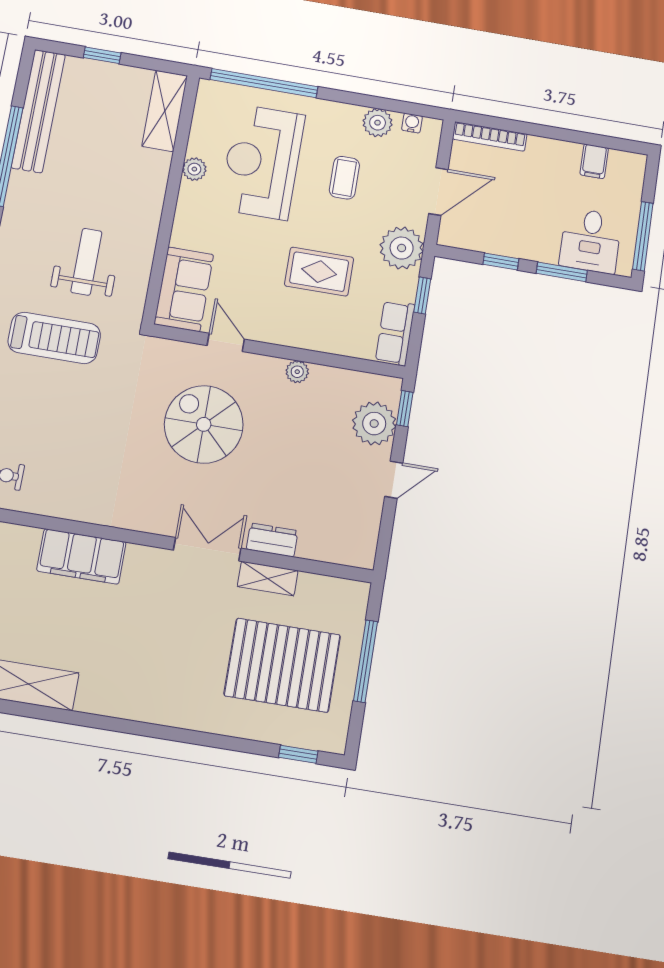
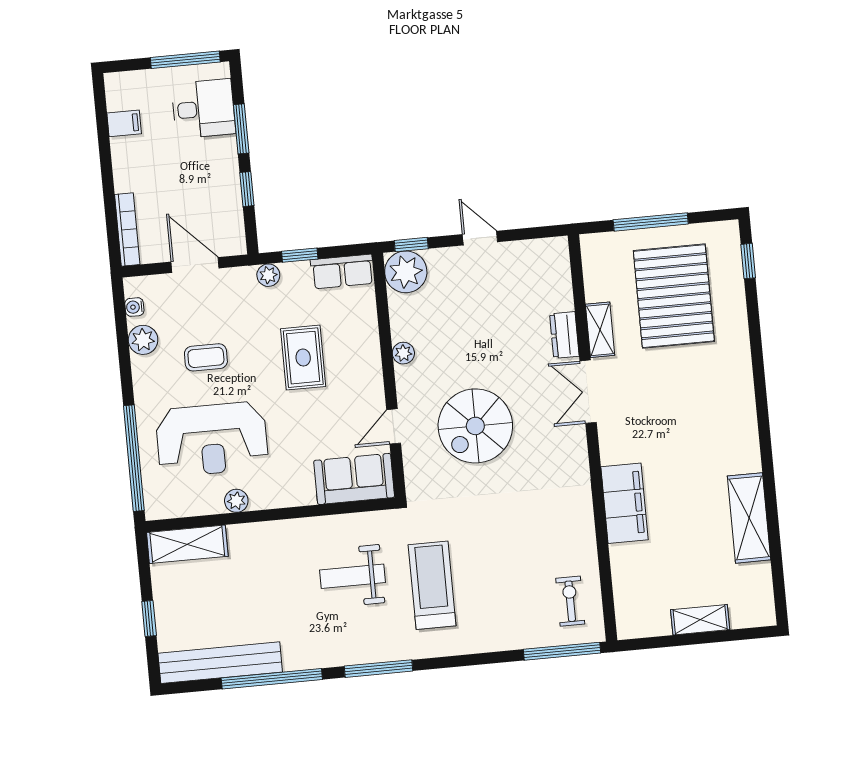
plant: (402, 248) -> (268, 275), width x0.53, depth x0.53
plant: (374, 424) -> (406, 272), moved

